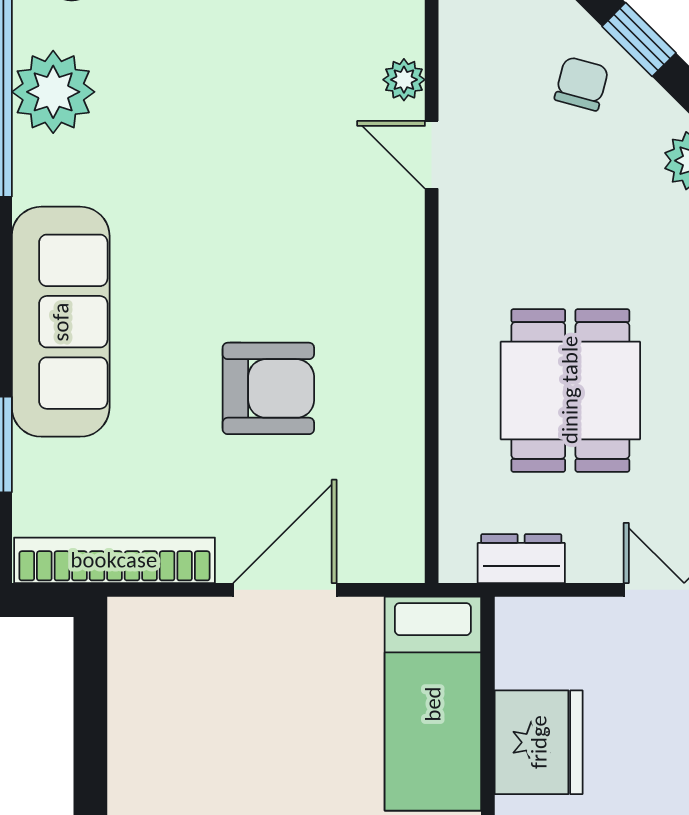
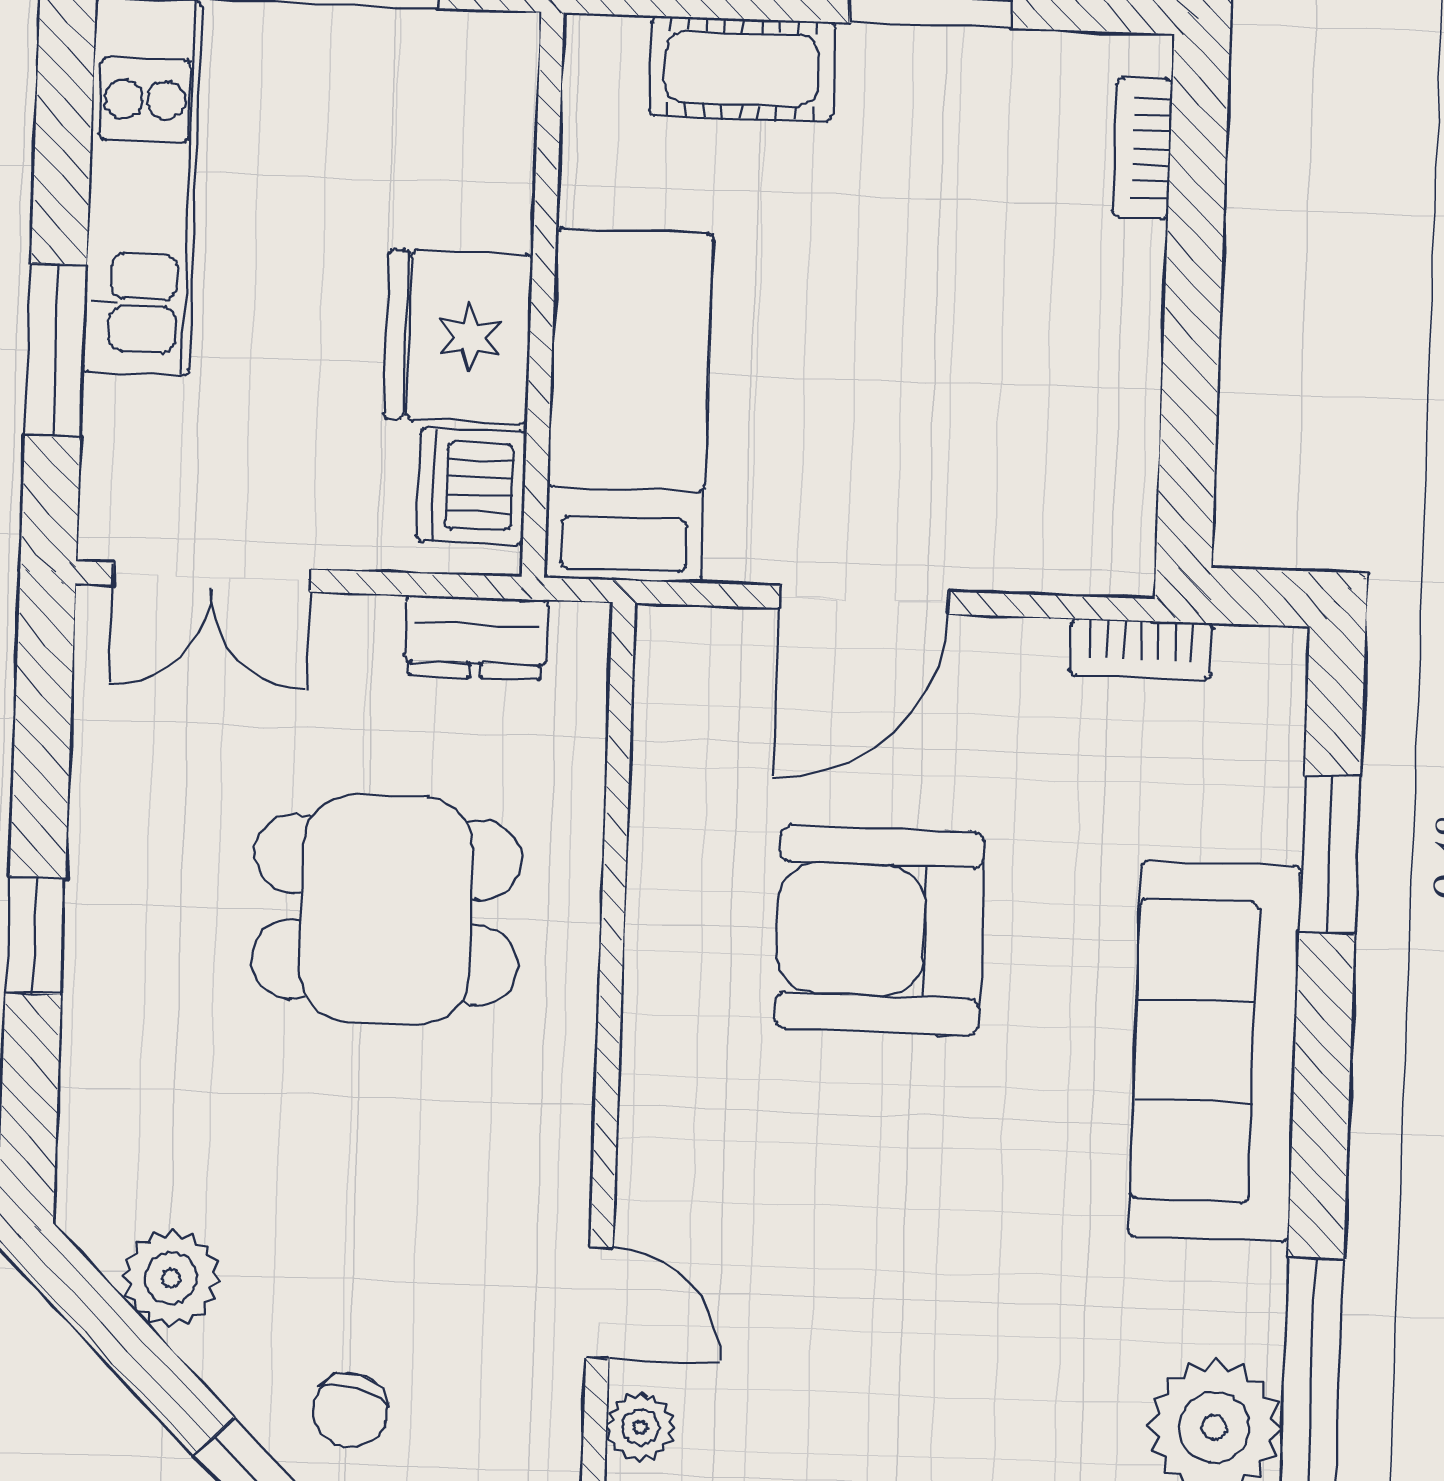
armchair: (268, 388) -> (880, 930), width x1.36, depth x1.36
dining table: (570, 390) -> (386, 910), turned 90
bookcase: (114, 560) -> (1141, 649), width x0.43, depth x0.76
dishwasher: (527, 651) -> (472, 486), added

